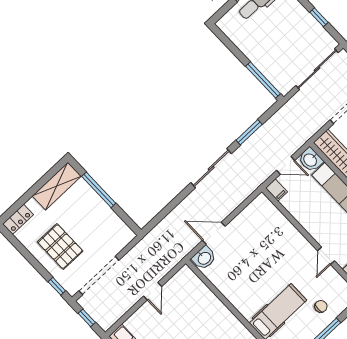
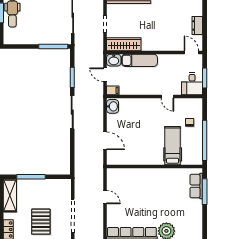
door: (286, 165) -> (105, 75), swing flipped
door: (214, 233) -> (105, 141), swing flipped
pallet: (60, 247) -> (41, 222), turned 90
washbasin: (204, 258) -> (113, 106), moved

